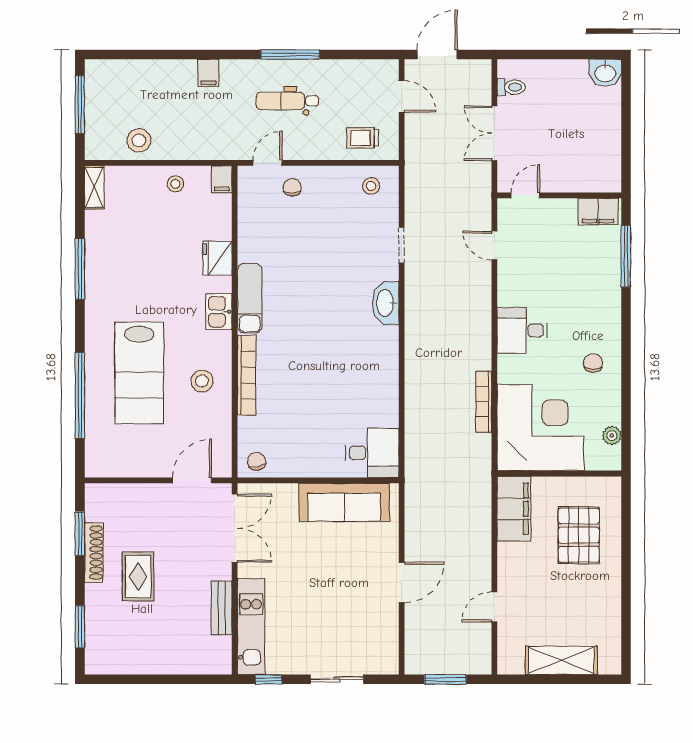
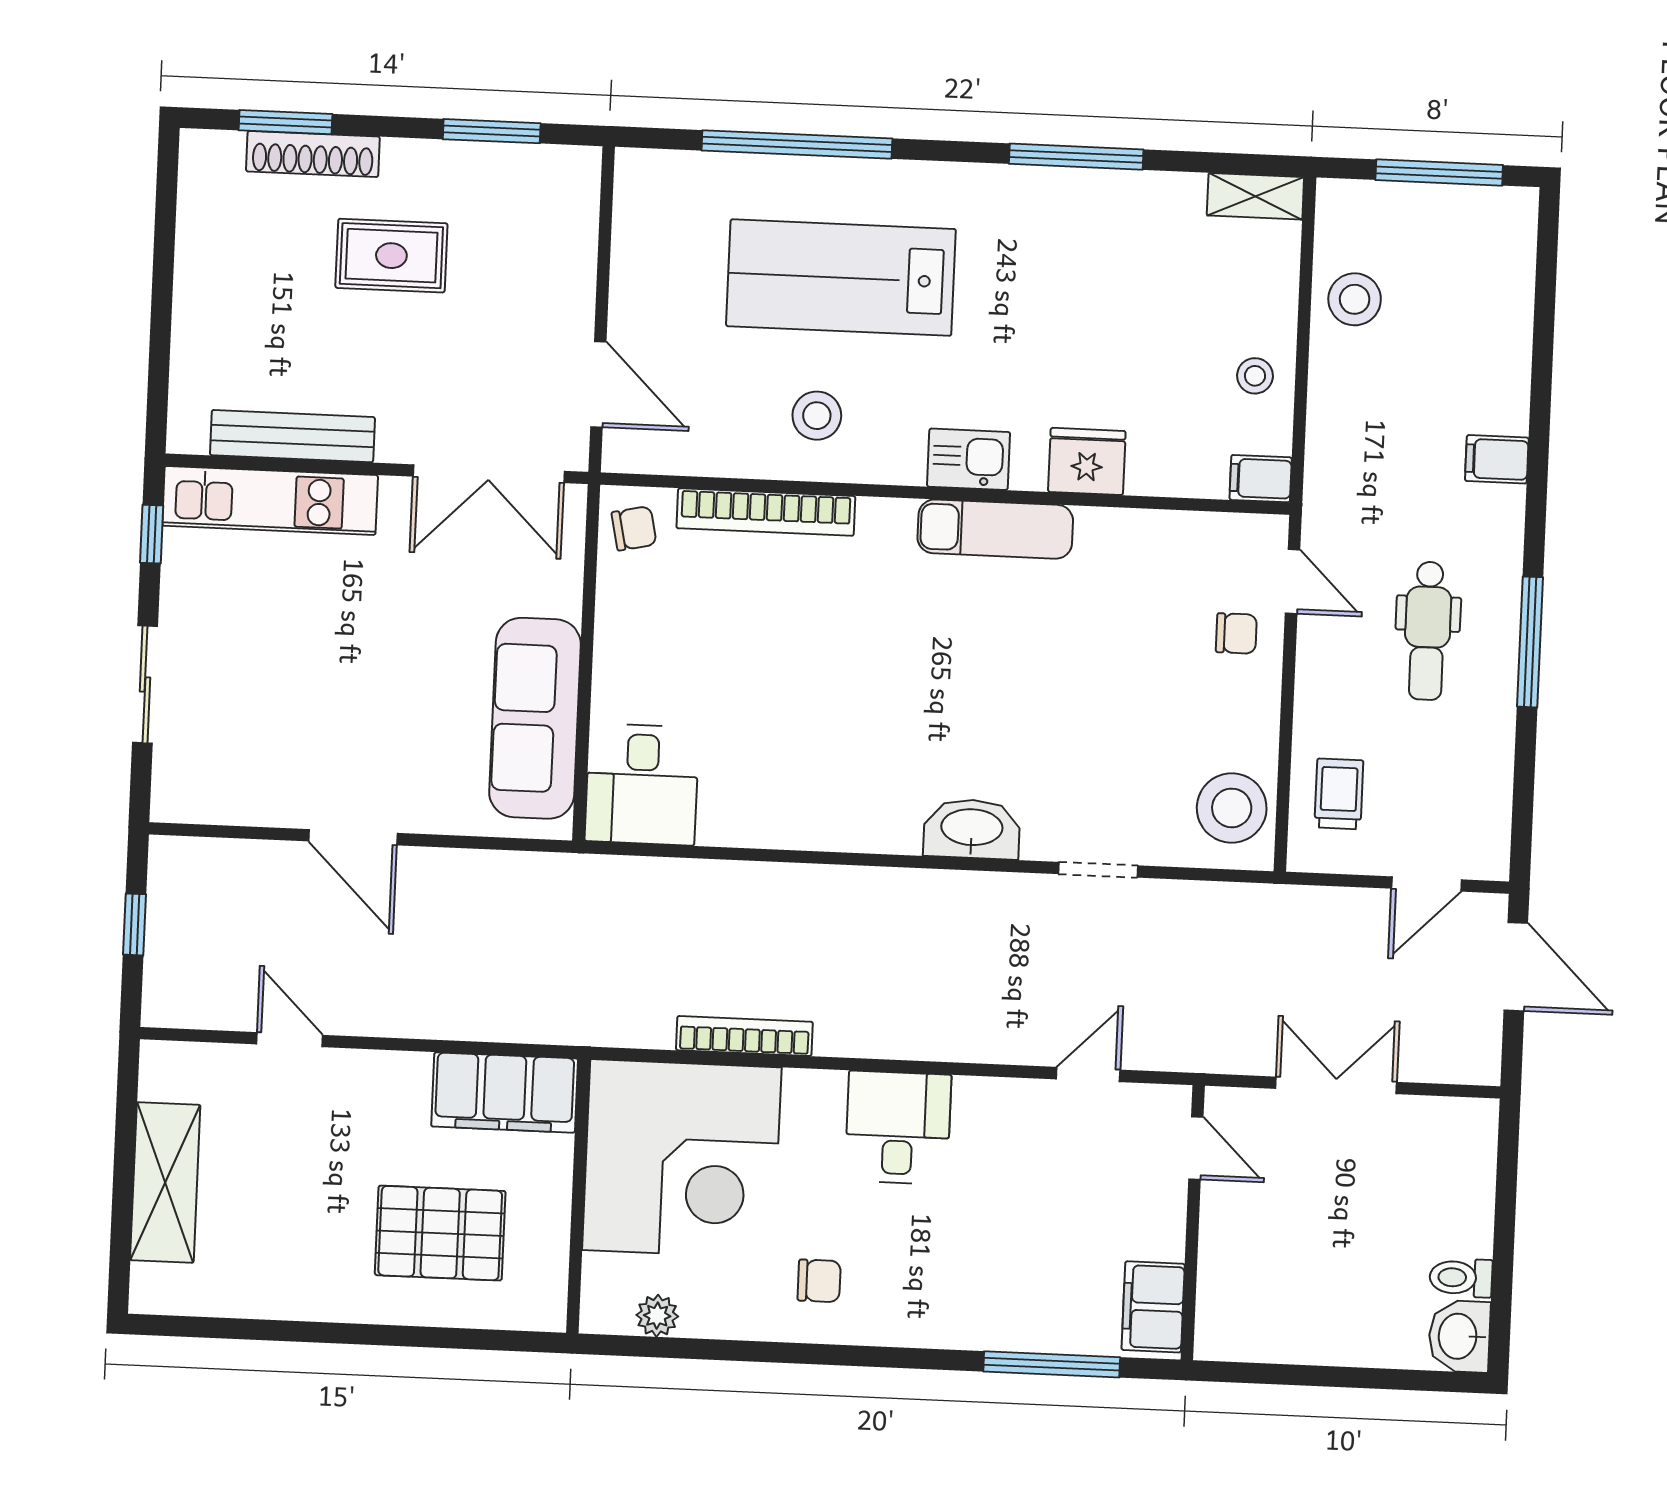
toilet: (511, 87) -> (1461, 1278), moved, turned 90
dental chair: (287, 101) -> (1428, 631), turned 180
stool: (371, 186) -> (1232, 808), width x1.89, depth x1.89
bookcase: (247, 375) -> (766, 512), moved
shoe rack: (94, 553) -> (313, 154), moved
bench: (222, 608) -> (292, 436), width x1.36
window: (445, 679) -> (135, 924), width x0.67

